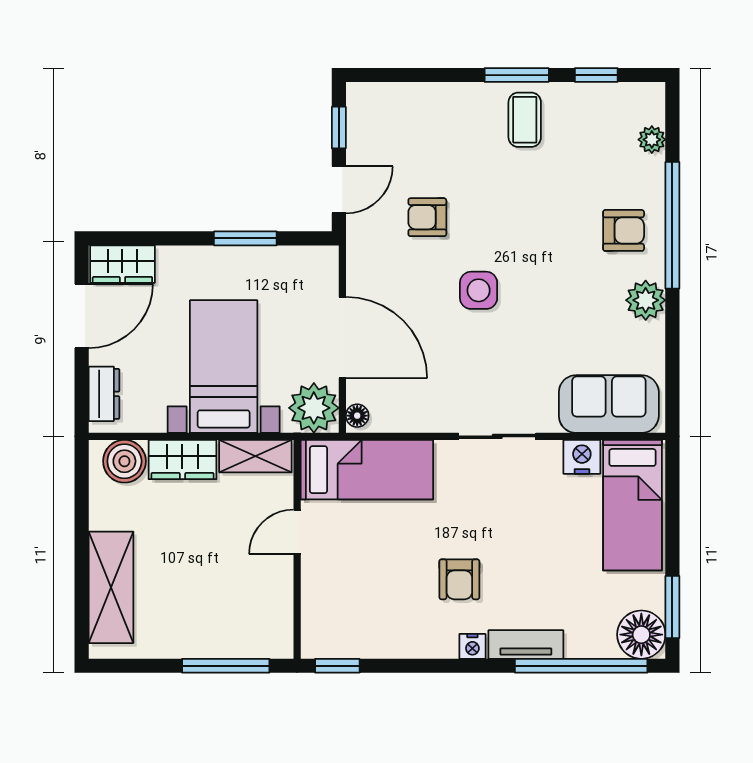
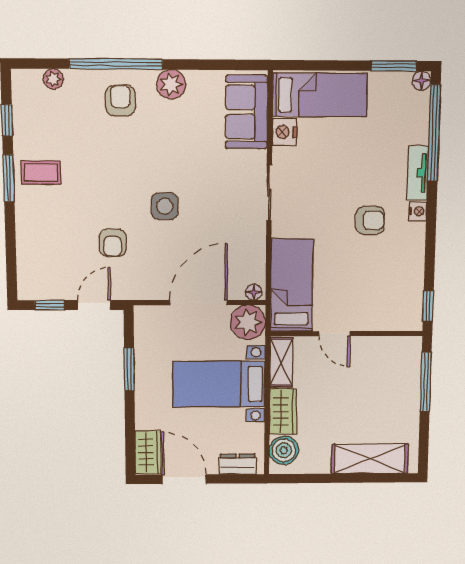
door: (339, 190) -> (94, 305), hinge flipped
floor lamp: (641, 635) -> (422, 81), width x0.53, depth x0.53

